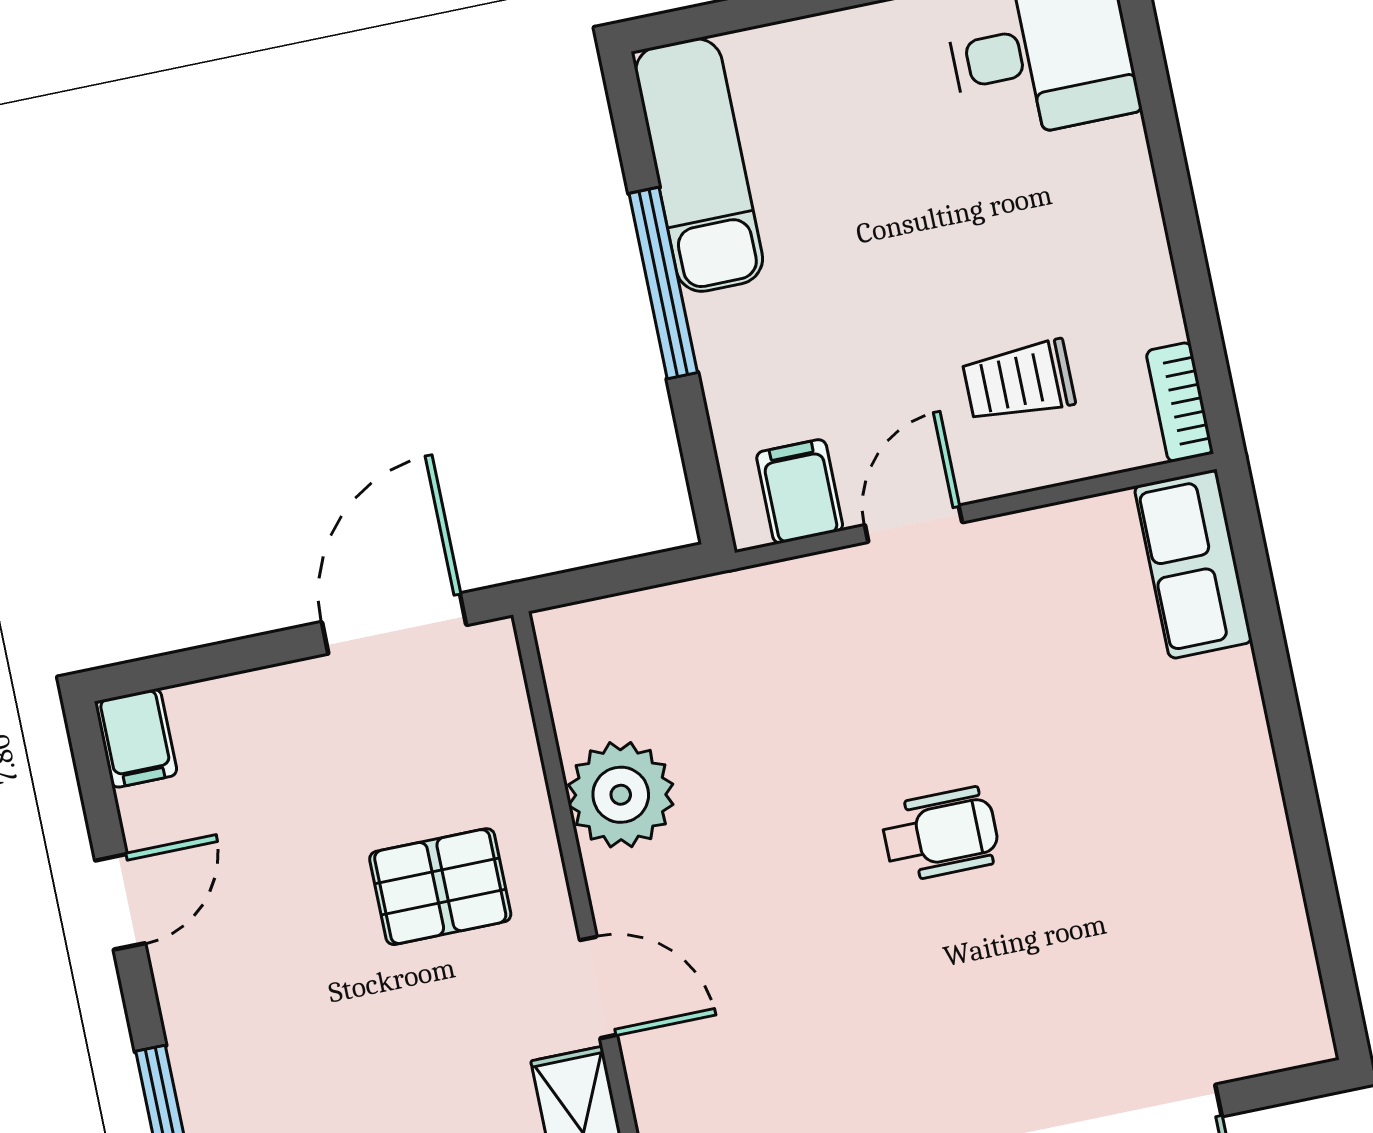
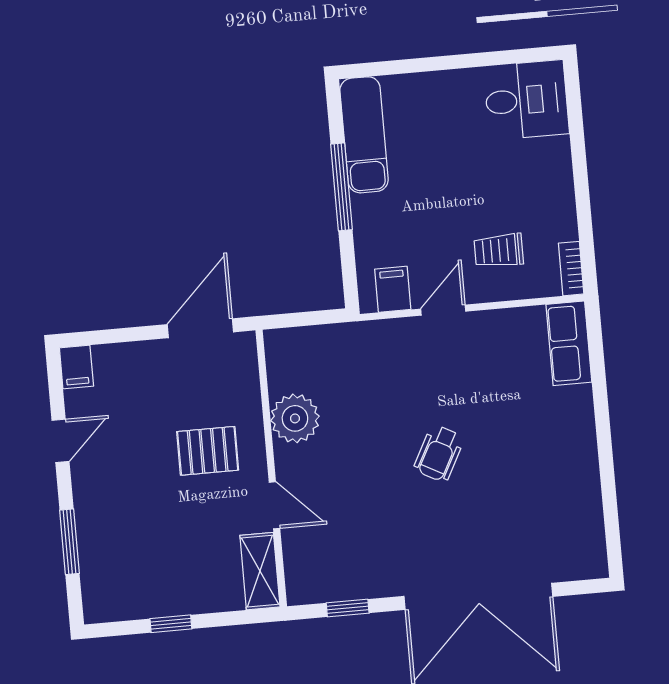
wheelchair: (940, 834) -> (439, 453), turned 118

